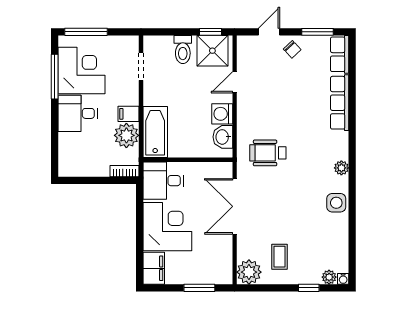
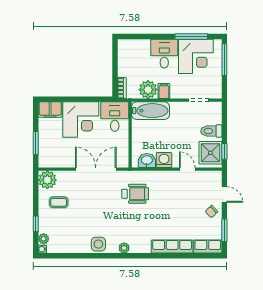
wheelchair: (268, 153) -> (135, 194), turned 90

